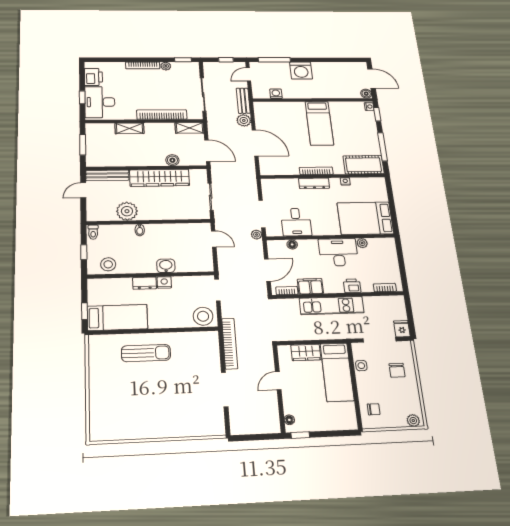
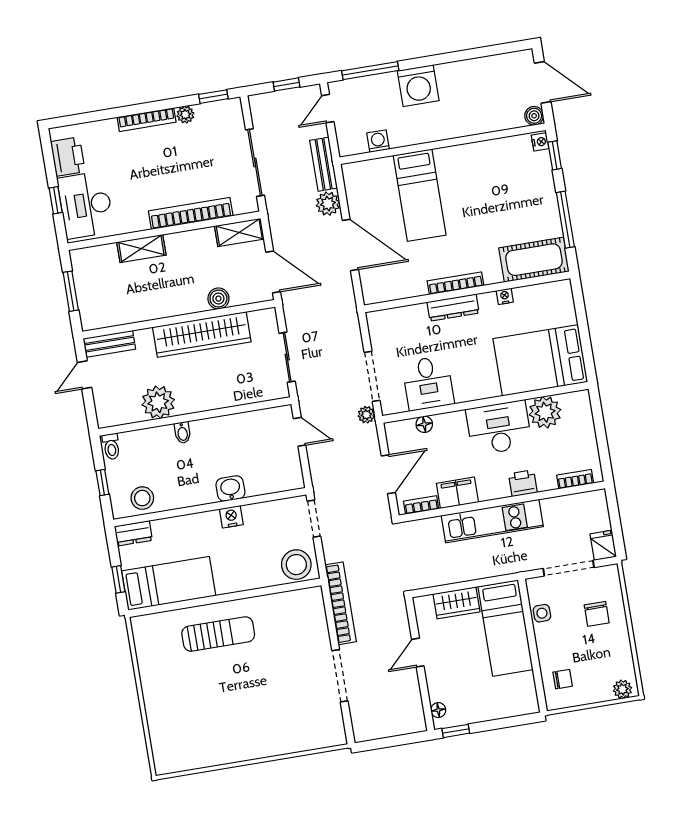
bed: (319, 123) -> (420, 195), moved
bench: (107, 175) -> (109, 344), width x0.73
plant: (362, 243) -> (545, 412), width x1.88, depth x1.88
dresser: (145, 283) -> (133, 533), moved

